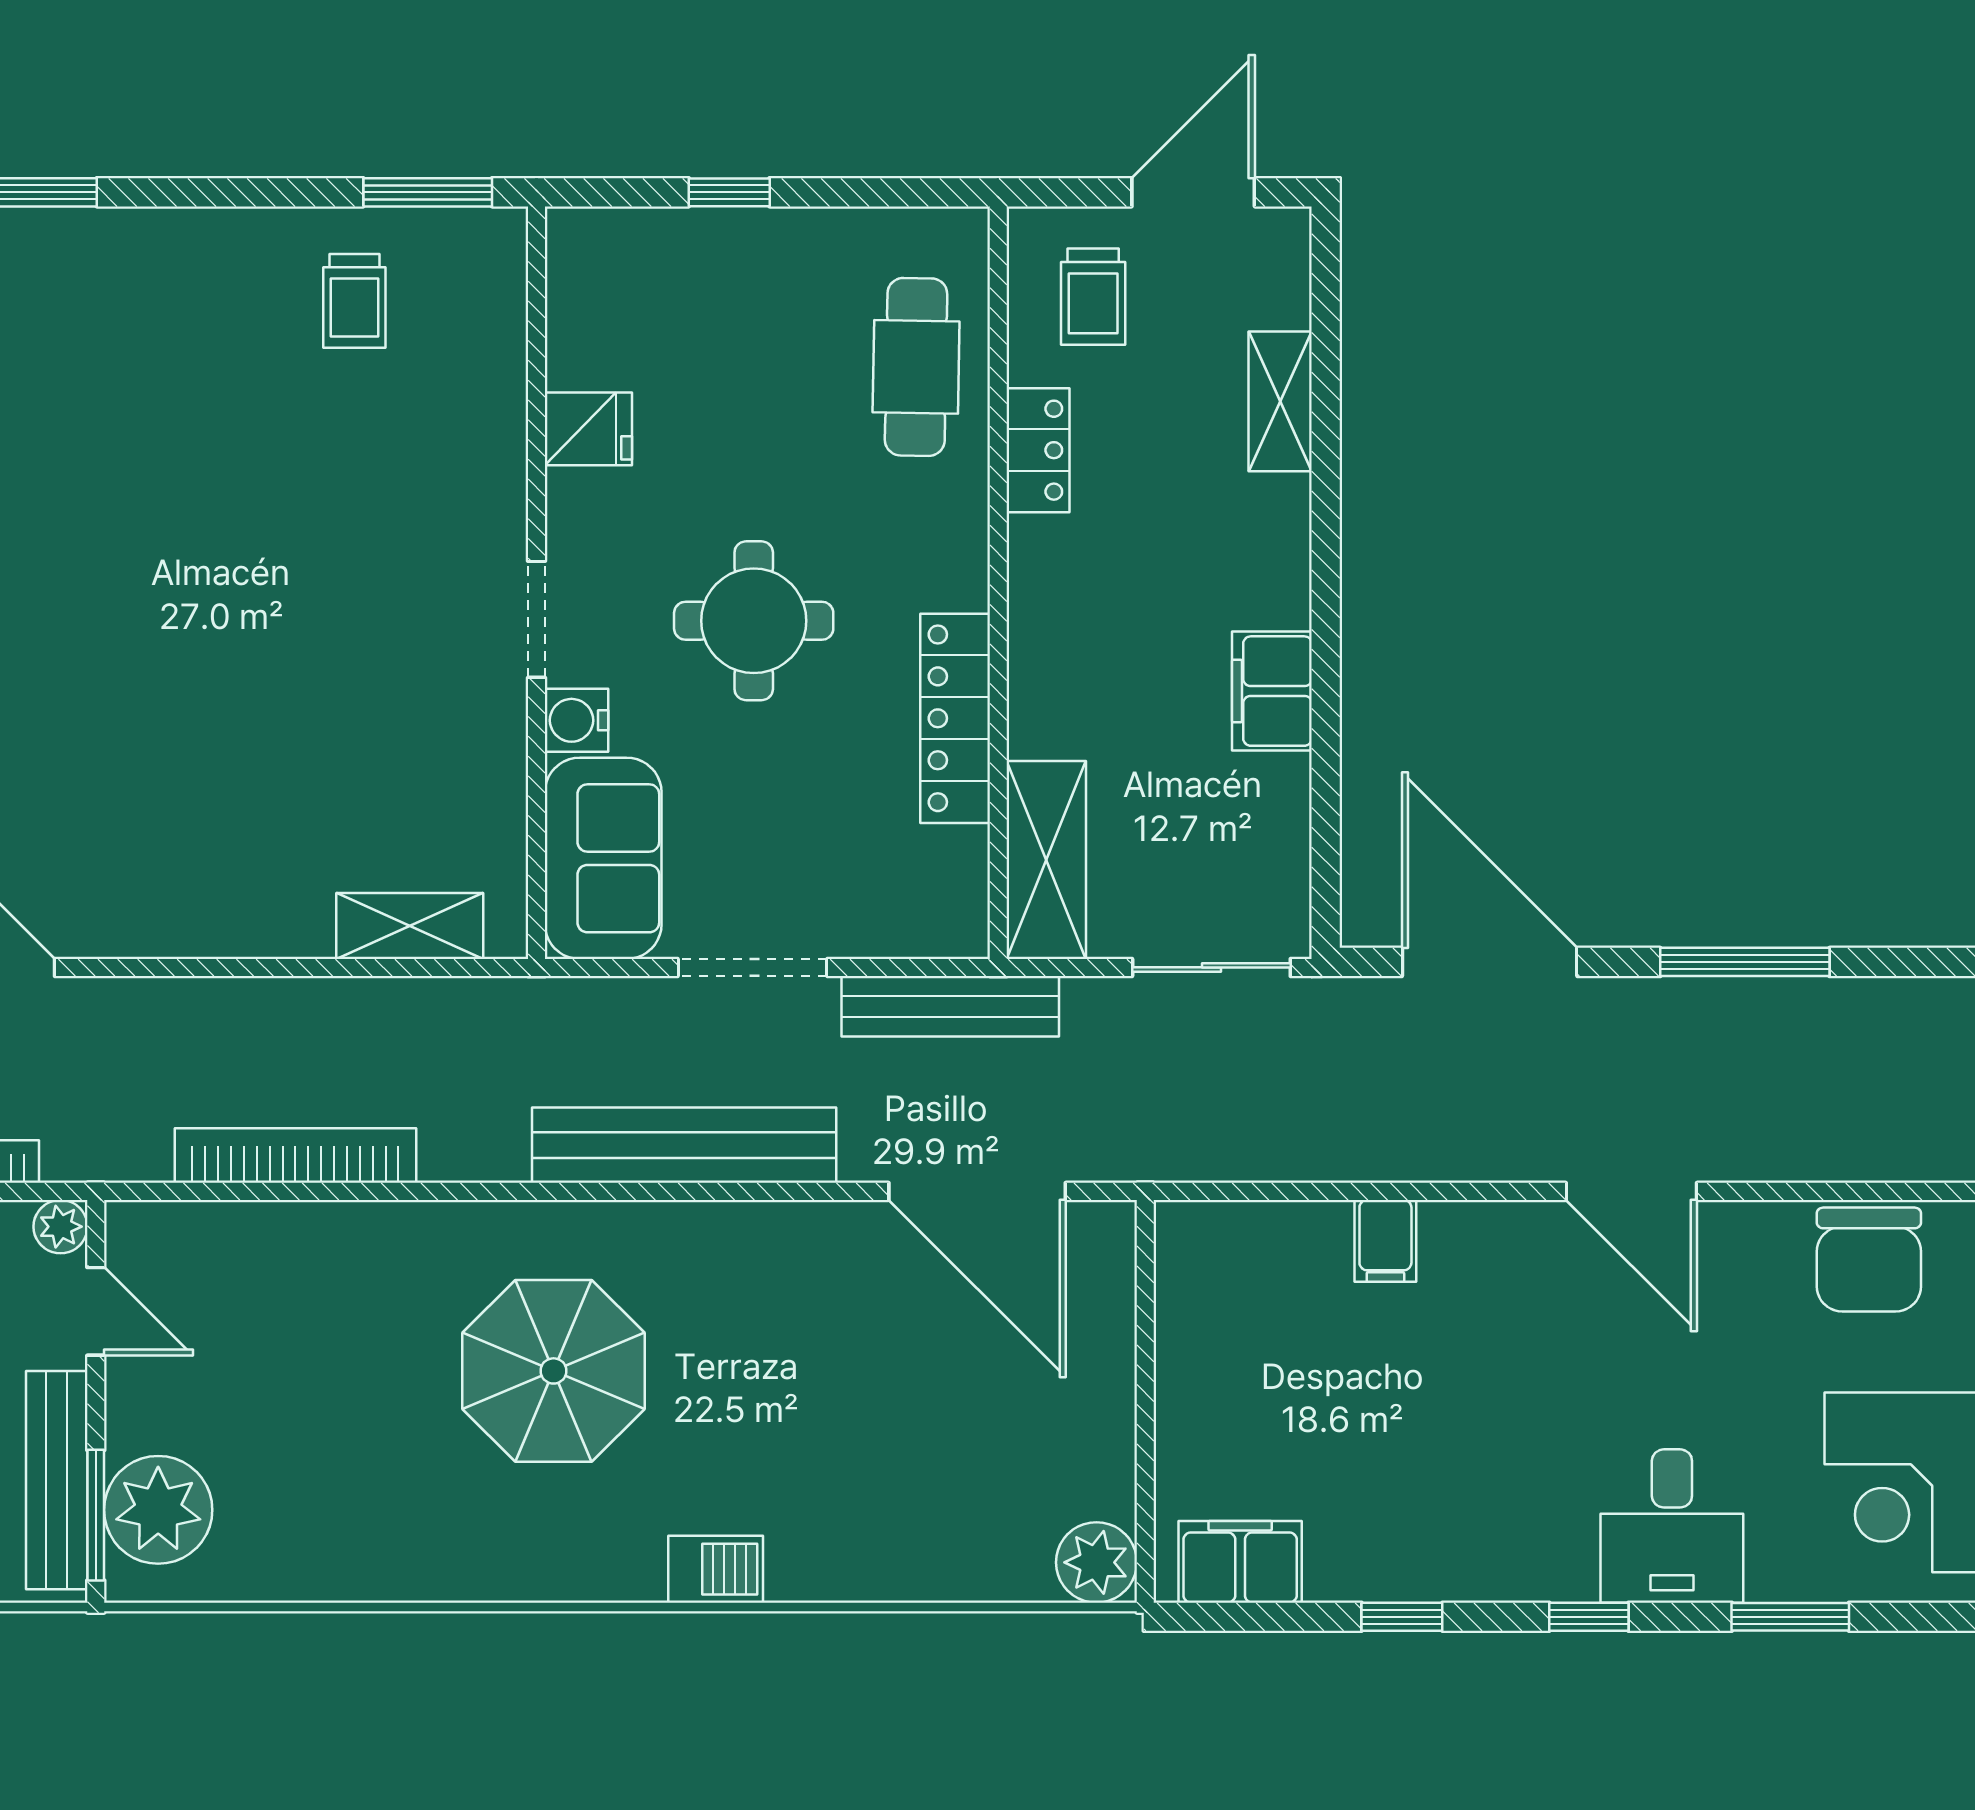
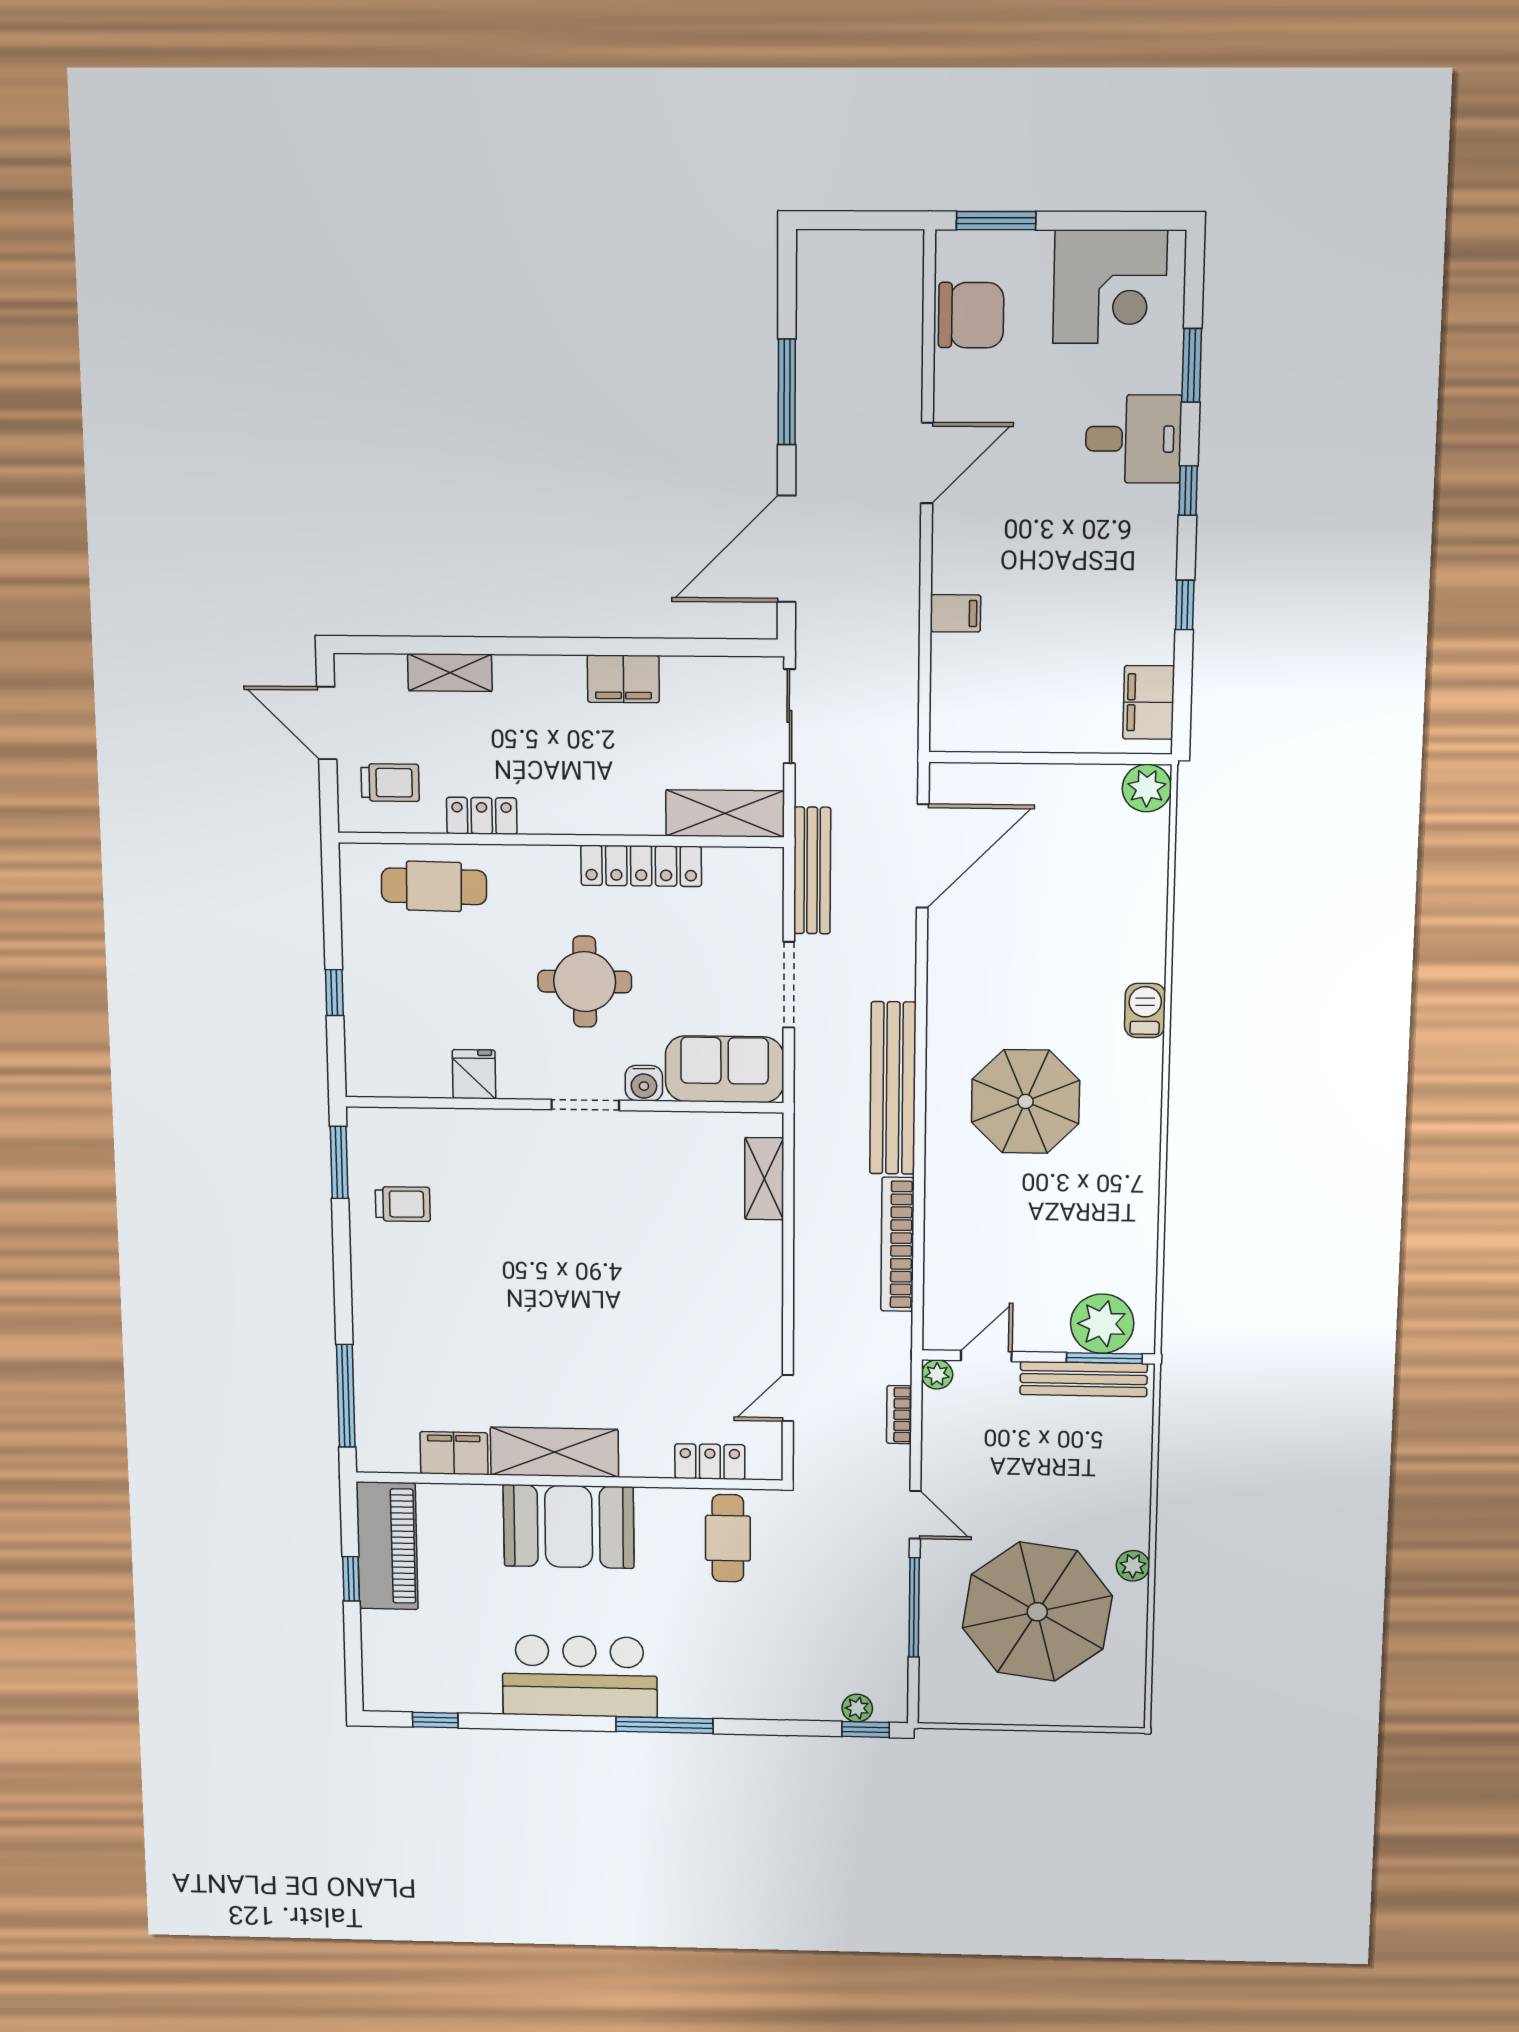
bench: (684, 1145) -> (893, 1088), moved

